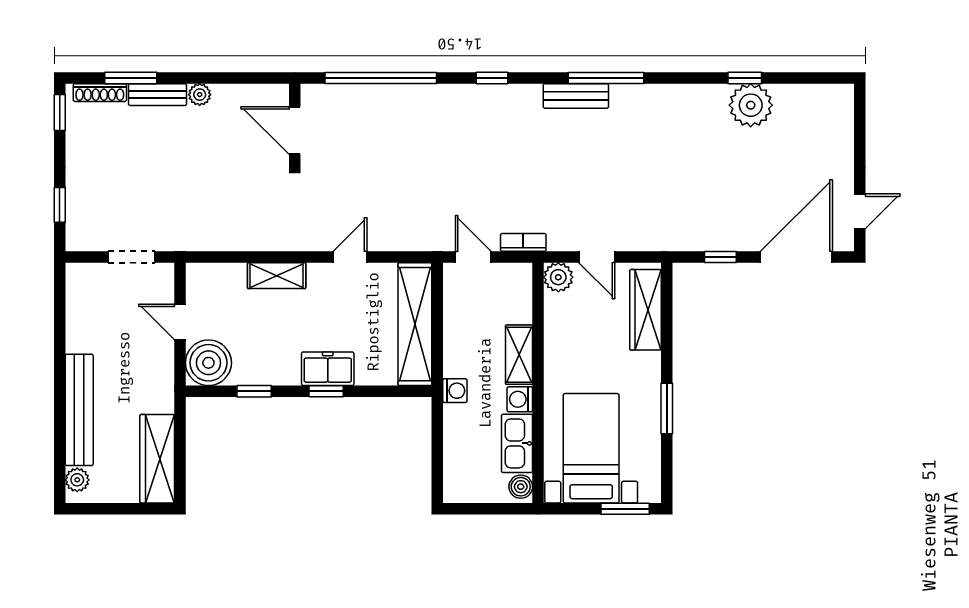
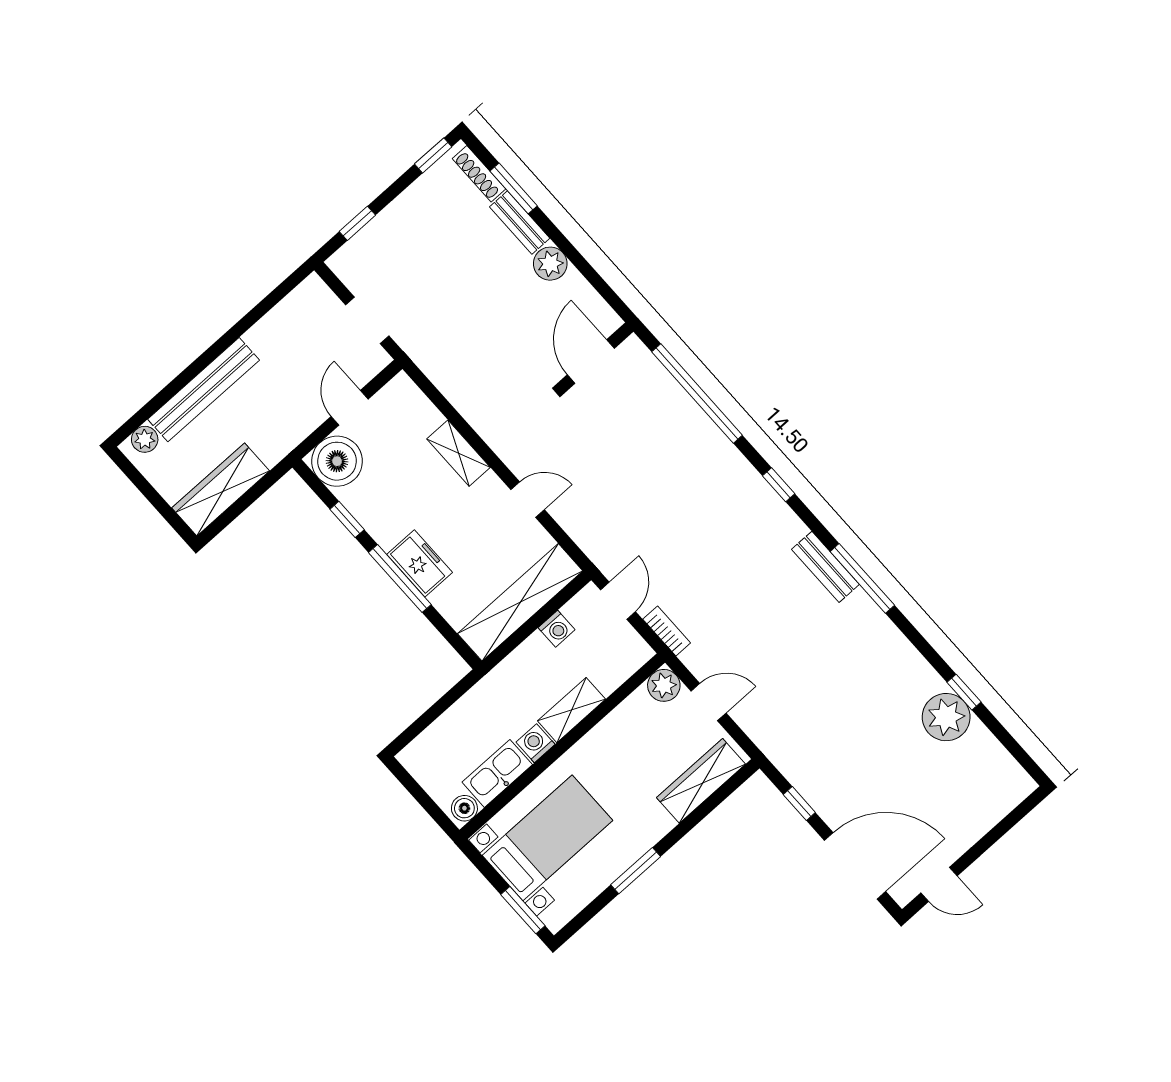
plant: (200, 95) -> (550, 264), width x1.38, depth x1.38
door: (597, 257) -> (709, 702), swing flipped
window: (326, 391) -> (400, 579), width x2.17
washing machine: (455, 391) -> (557, 629), moved

